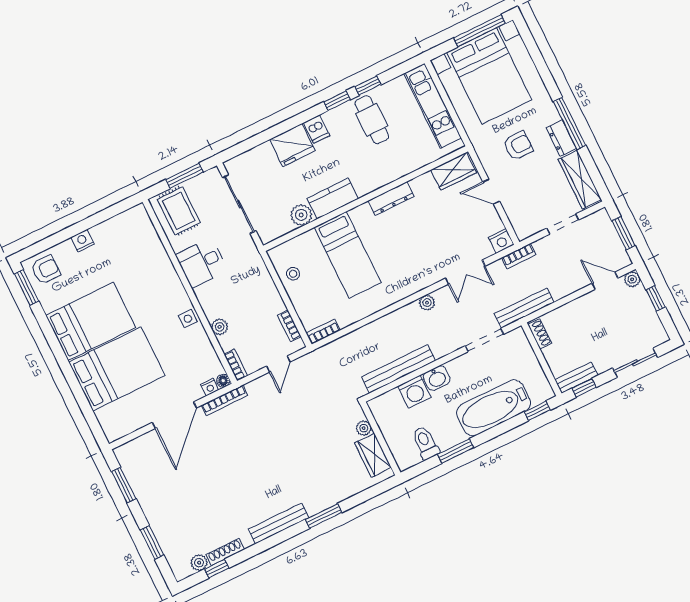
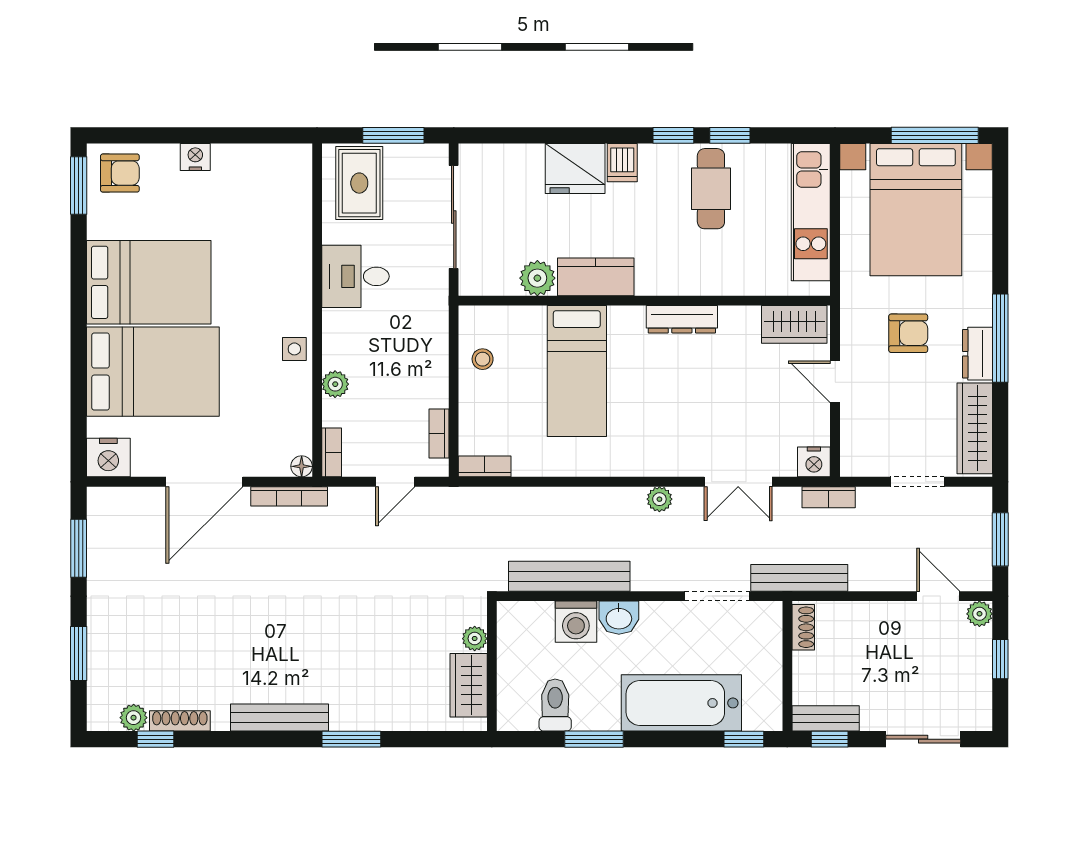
nightstand: (210, 387) -> (108, 458), moved, width x1.89, depth x1.79

